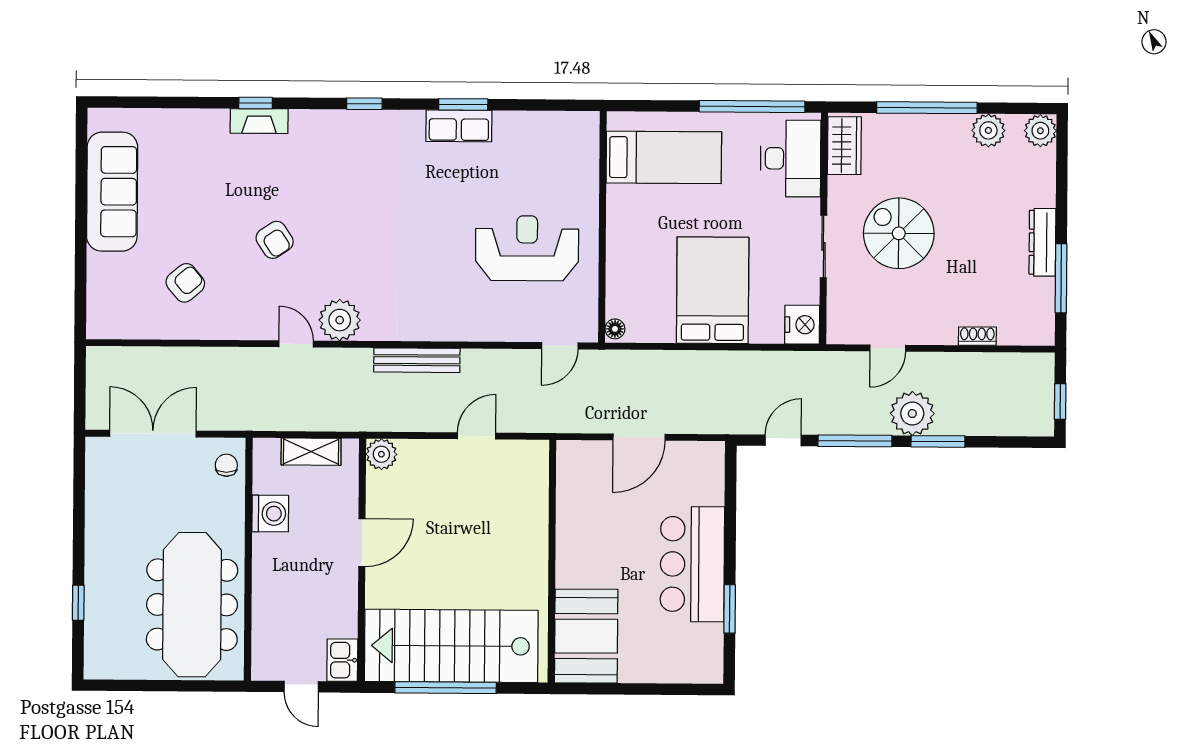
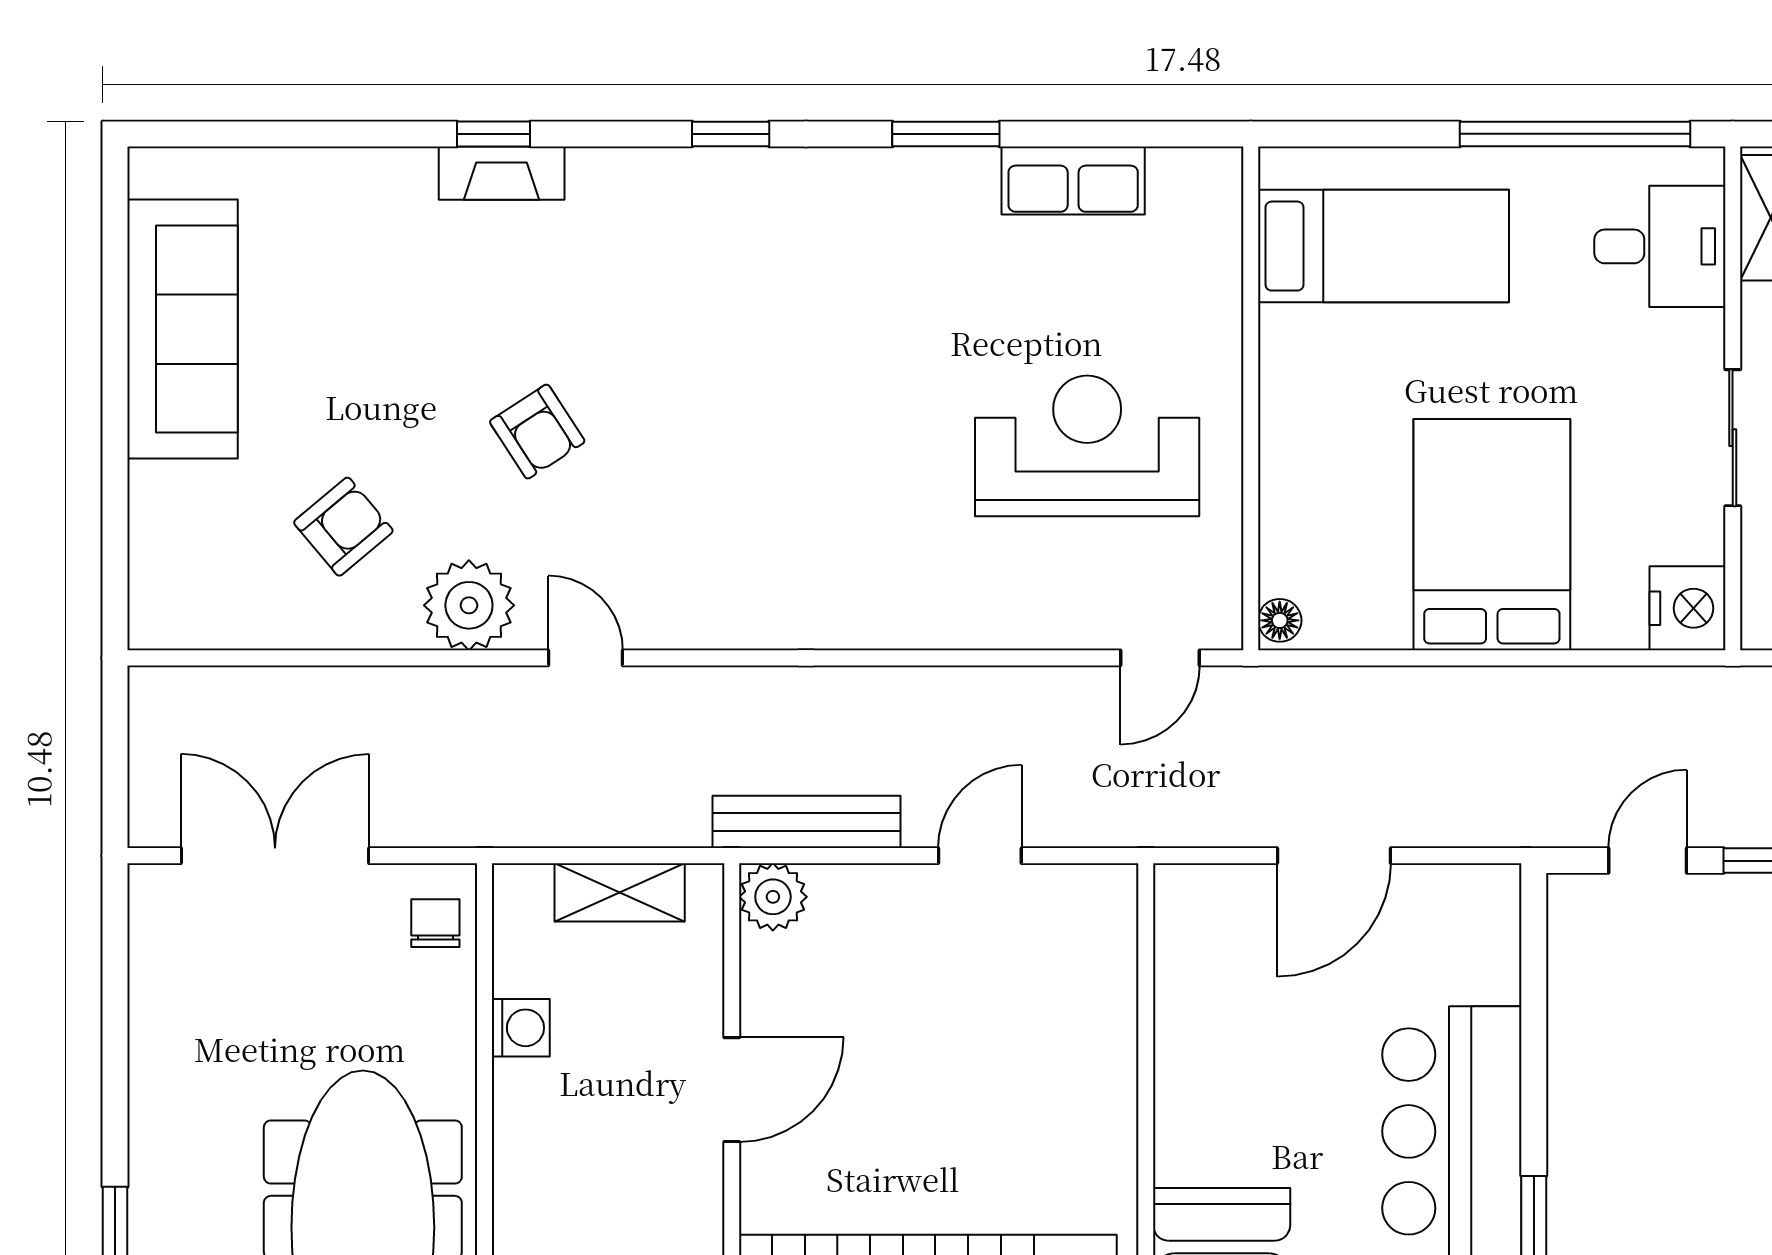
row of seats: (459, 126) -> (1073, 180), moved
desk: (791, 158) -> (1660, 246), width x0.73
plant: (340, 320) -> (469, 605), moved
bench: (417, 360) -> (806, 822), moved
washing machine: (270, 514) -> (521, 1028), width x0.73, depth x0.73

